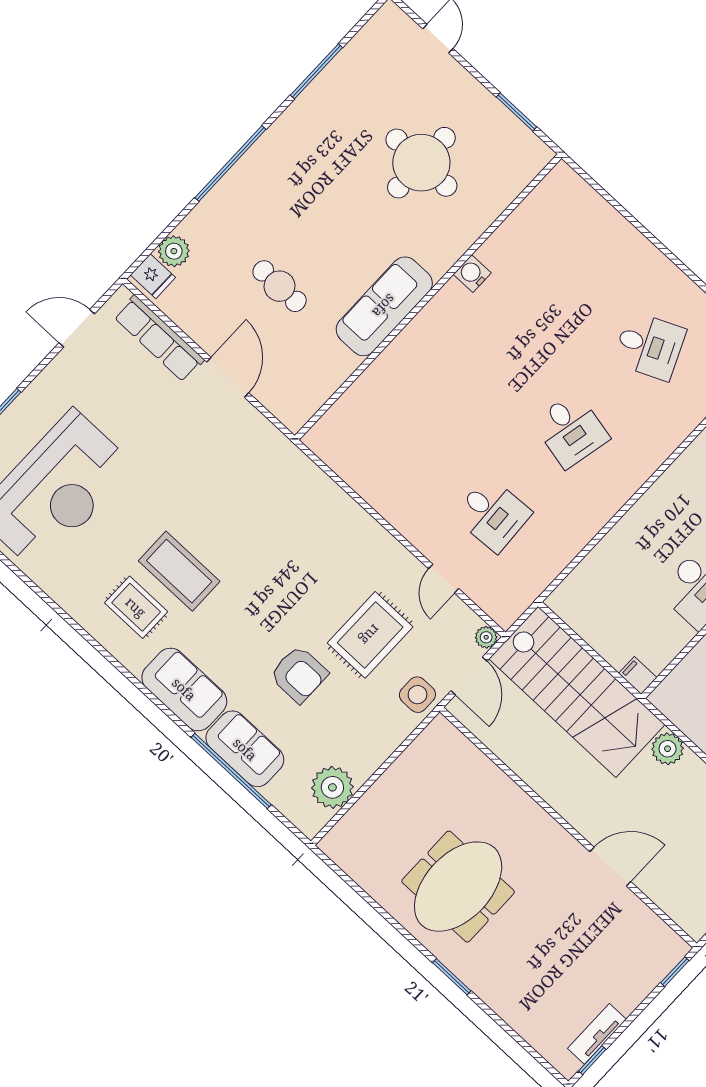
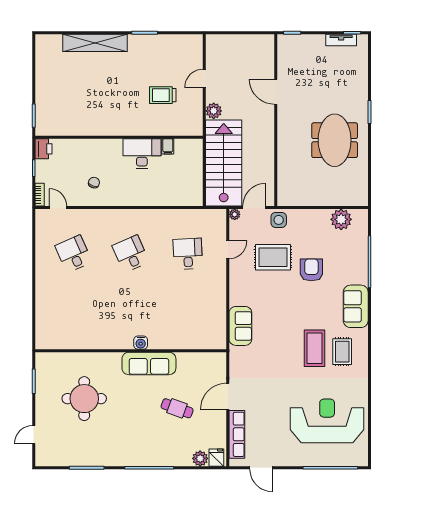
water cooler: (472, 274) -> (141, 343), moved
cafe table: (280, 286) -> (177, 408), turned -70
desk: (571, 430) -> (131, 254), turned -36
filing cabinet: (638, 676) -> (168, 146), moved
sofa: (245, 749) -> (240, 326), moved, turned 180
meeting table: (458, 887) -> (335, 140), turned 90

